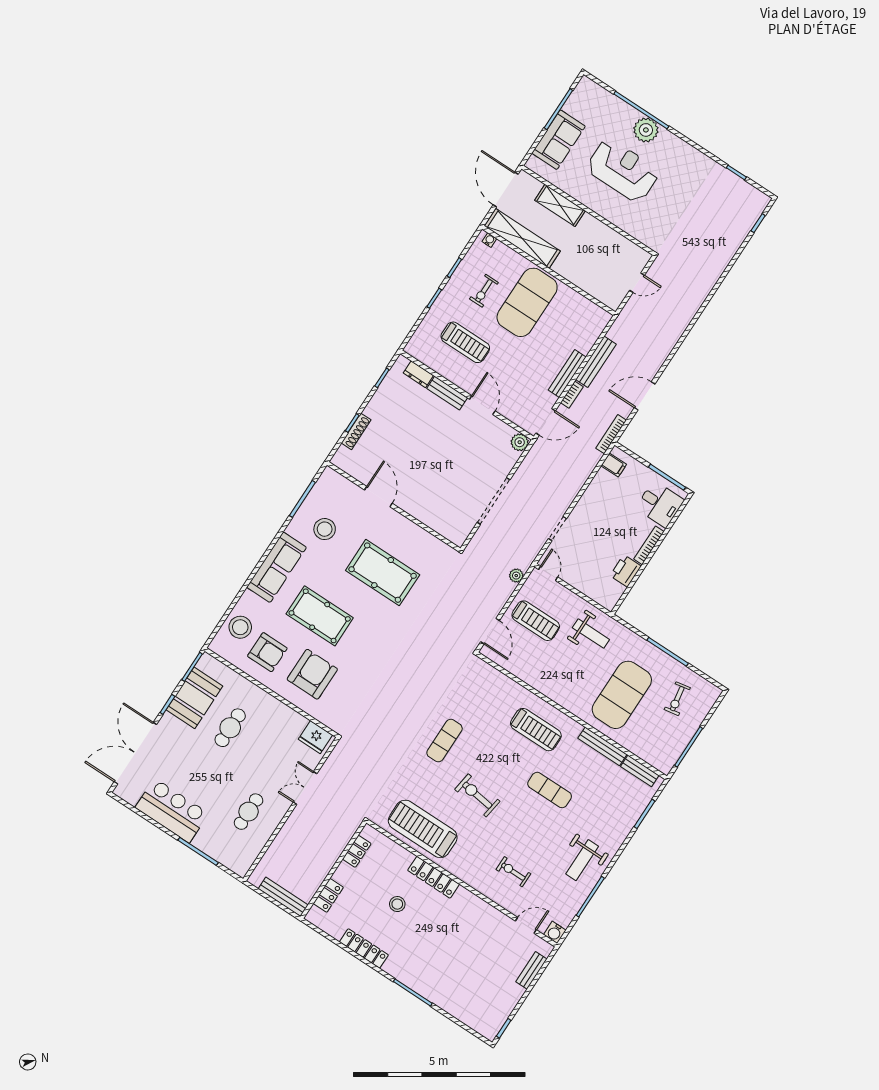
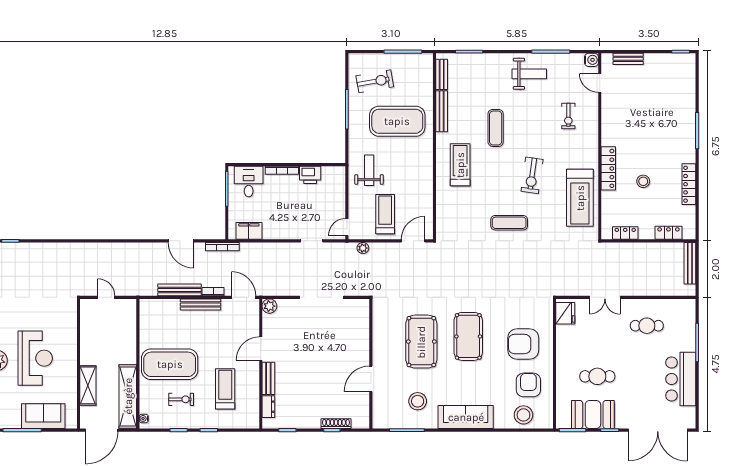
reception desk: (623, 170) -> (35, 358), turned 180
filing cabinet: (614, 465) -> (249, 231), width x2.00
pool table: (320, 616) -> (468, 336), moved
exercise bike: (677, 699) -> (375, 81), width x1.38, depth x1.39

